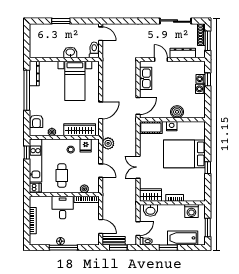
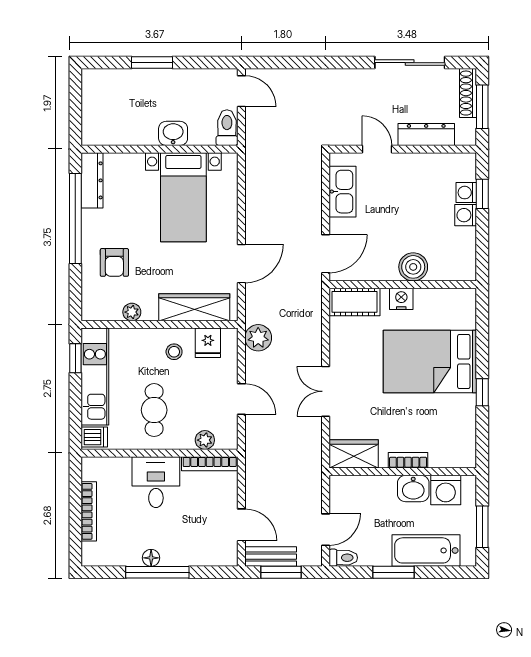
armchair: (36, 121) -> (114, 262), moved
washbasin: (150, 210) -> (413, 489), moved

